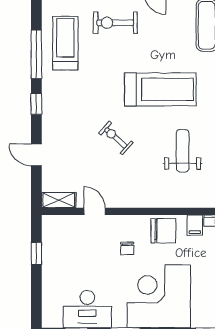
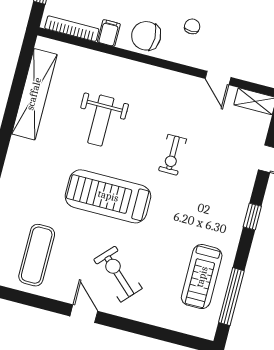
exercise bike: (115, 23) -> (118, 274), moved, turned -137
window: (36, 54) -> (231, 297), moved
exercise bike: (116, 138) -> (173, 155), turned 48

